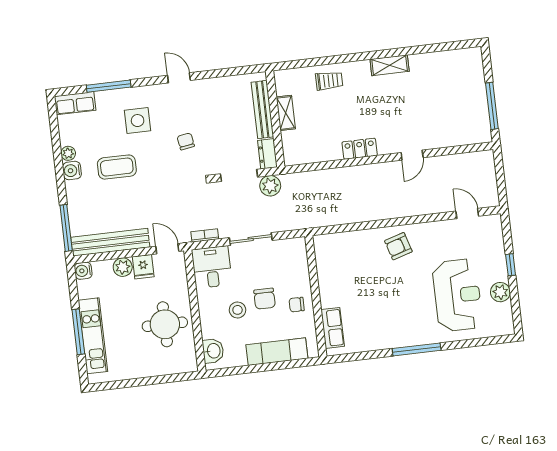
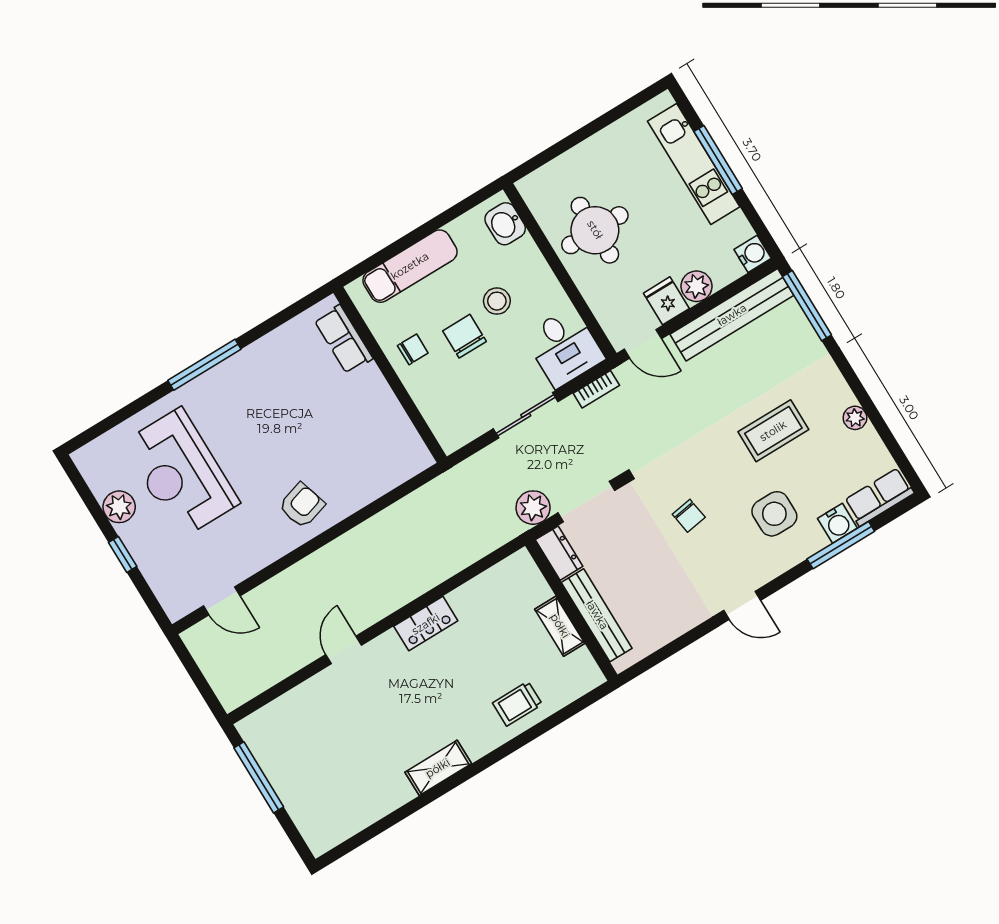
water cooler: (72, 171) -> (837, 523), moved, turned 90

